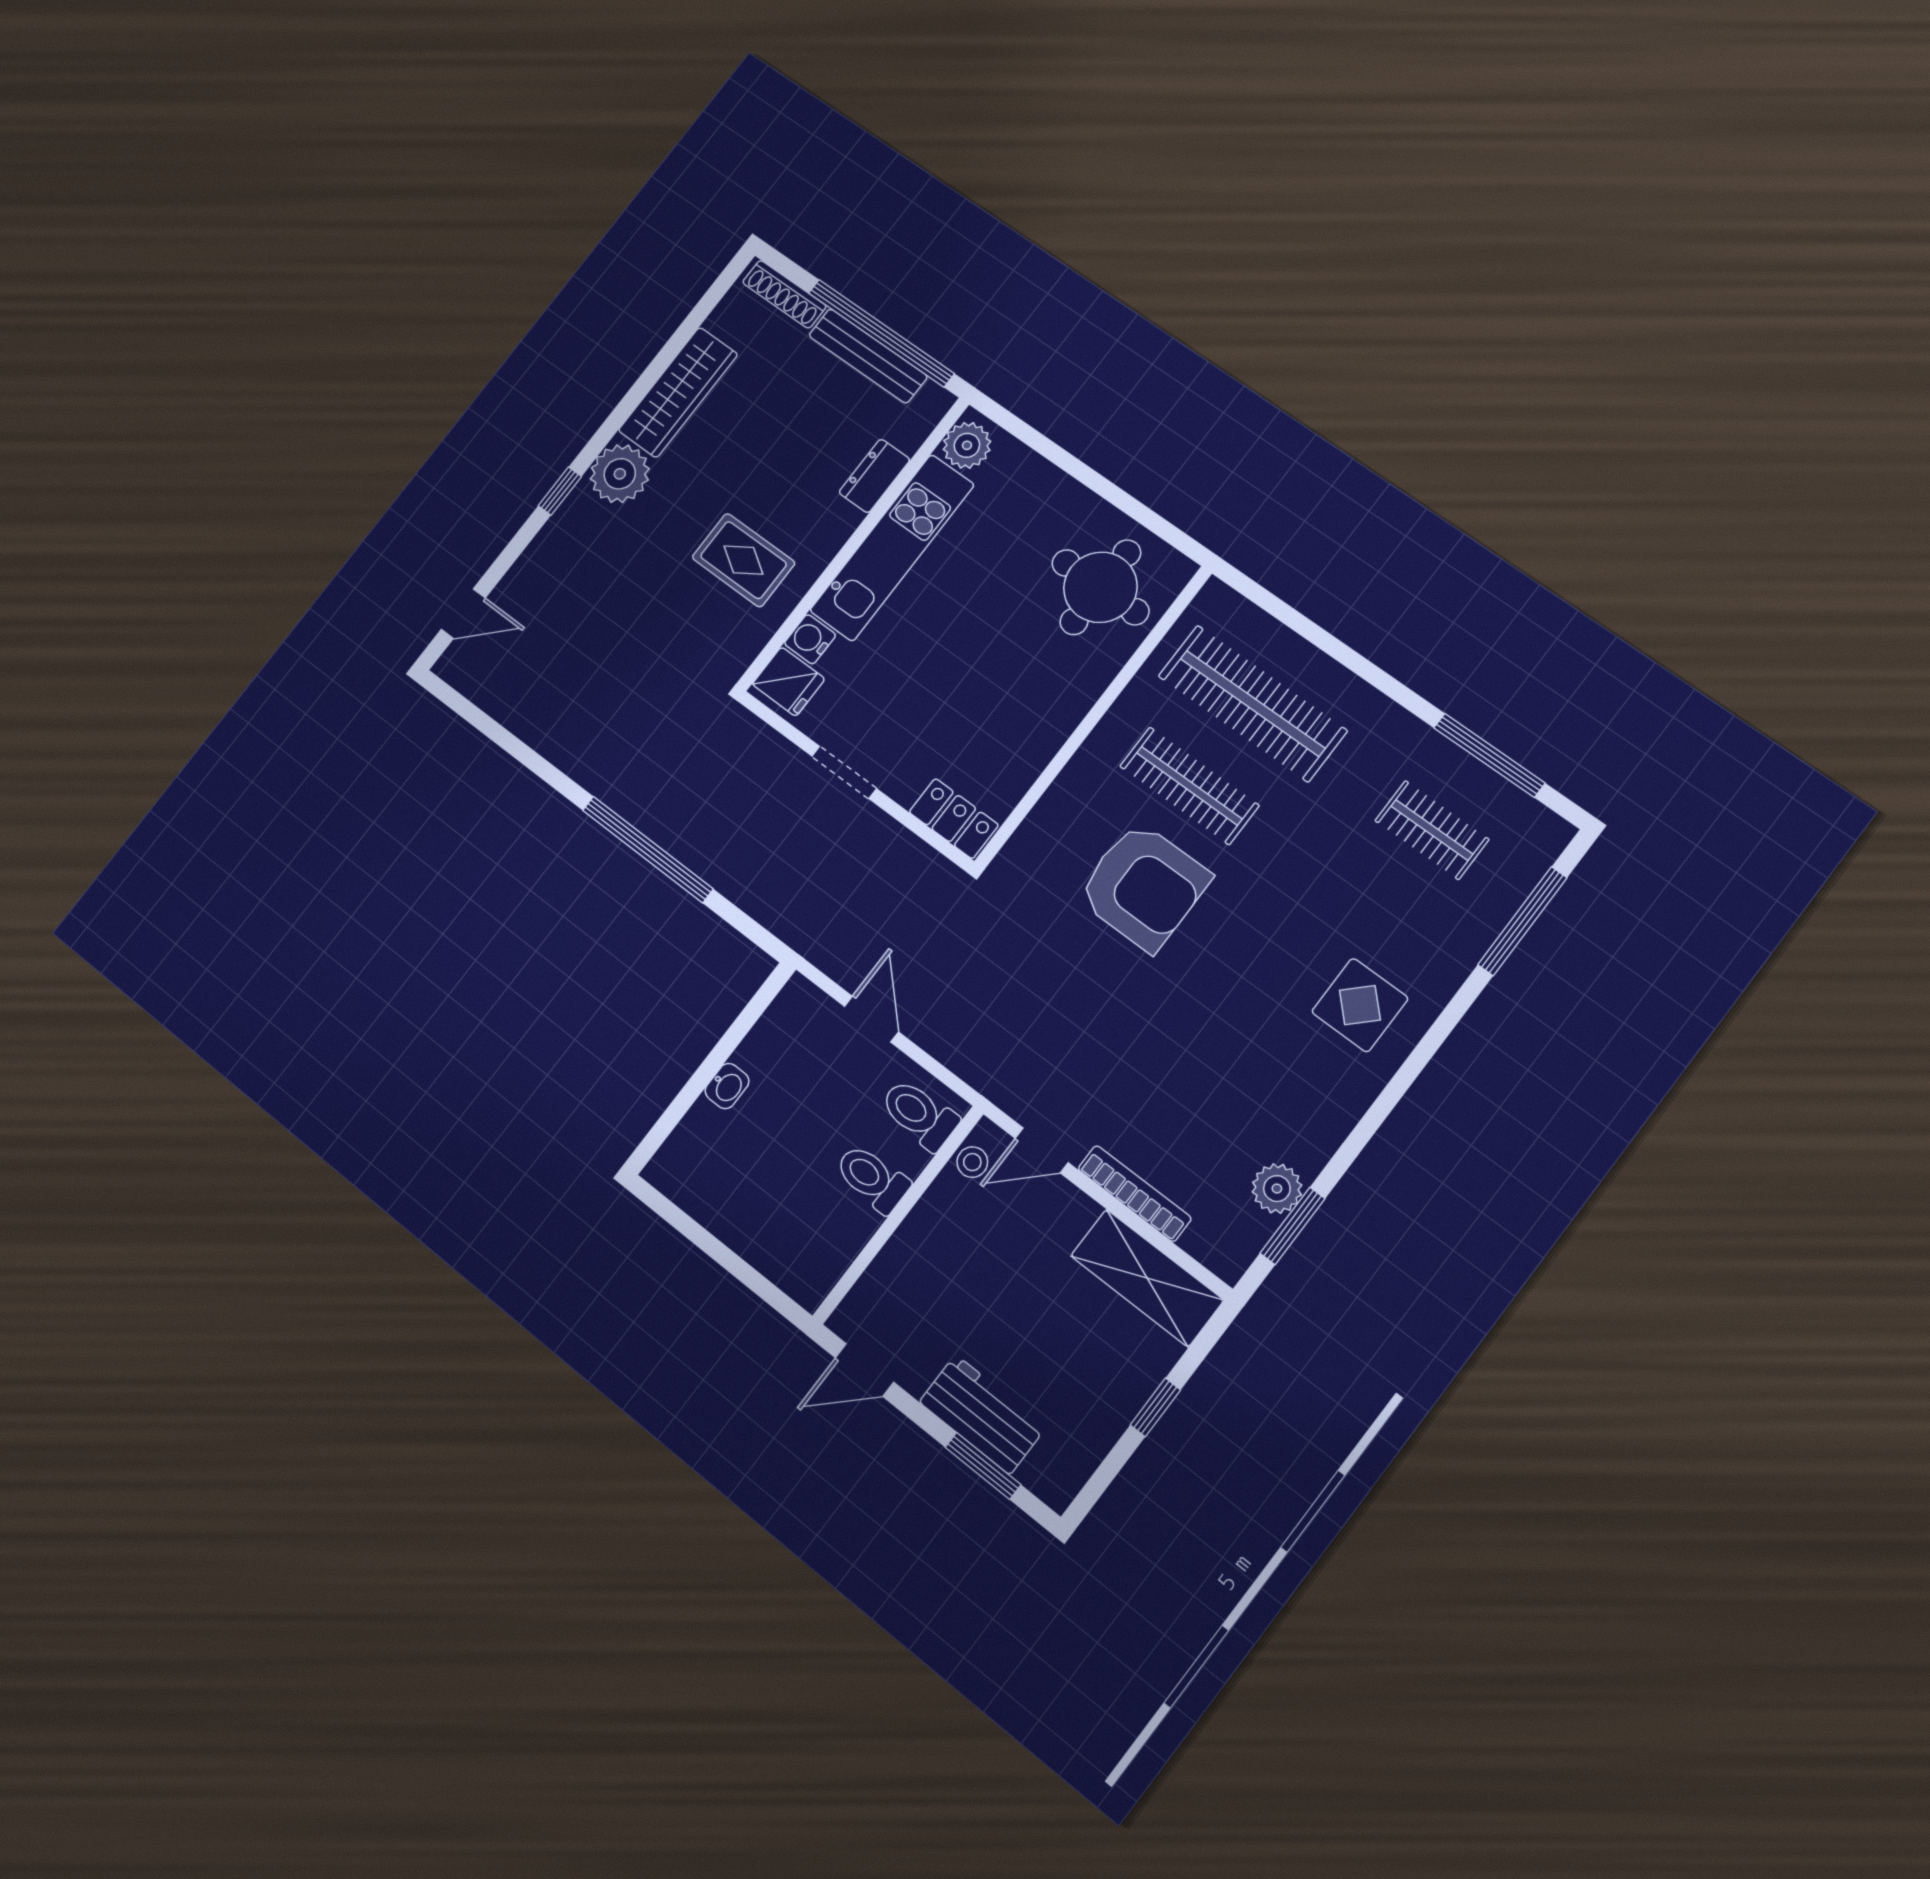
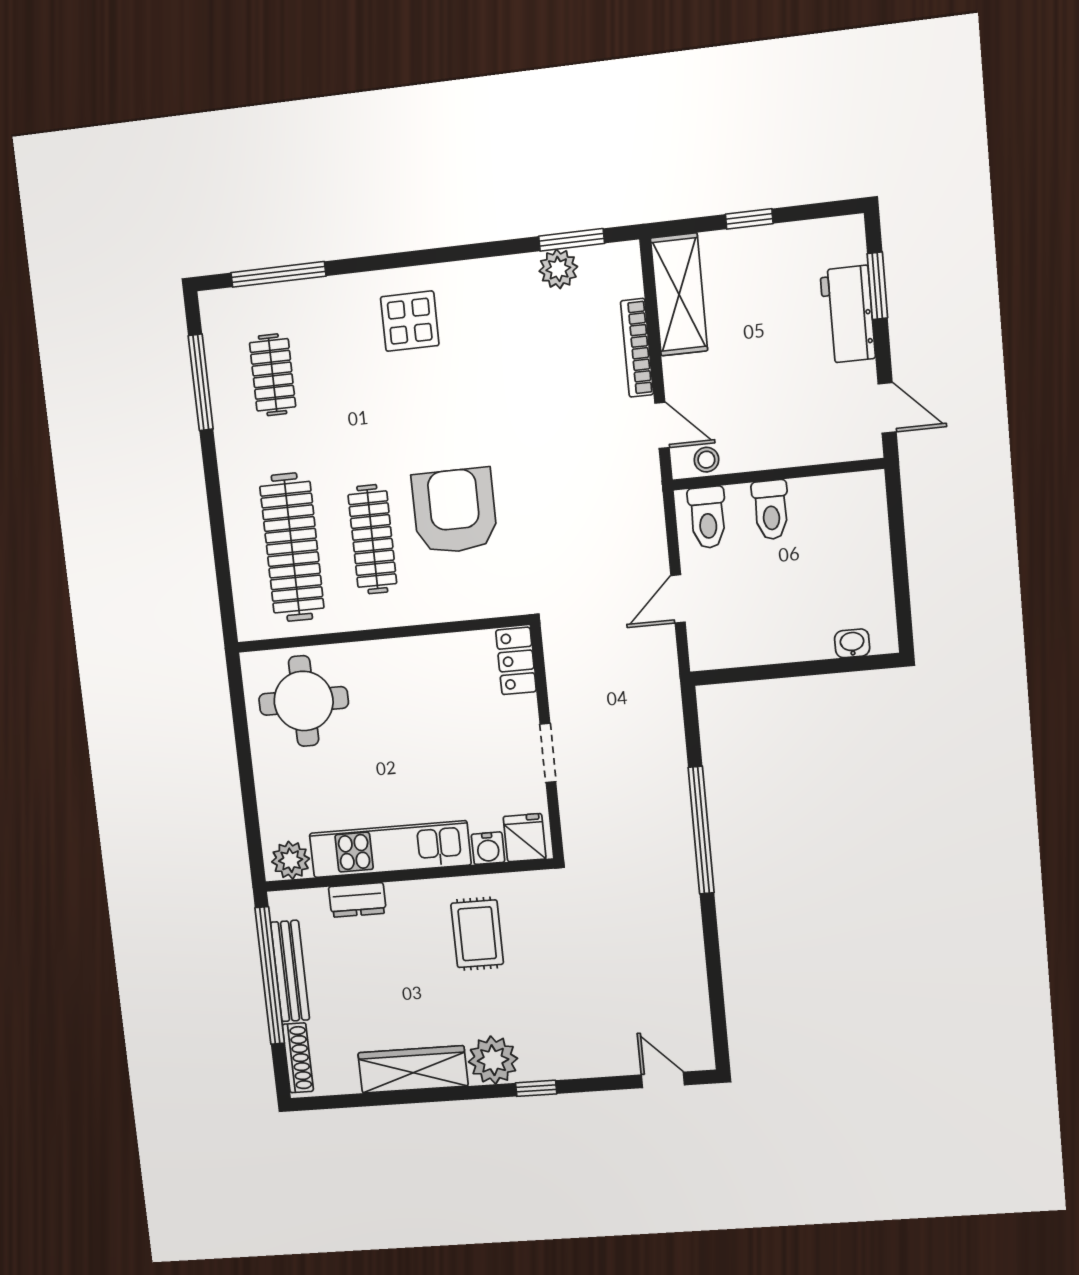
washbasin: (727, 1086) -> (852, 643), moved

